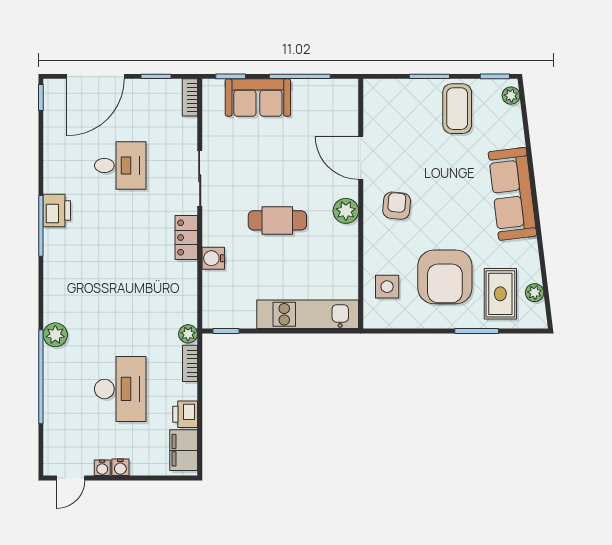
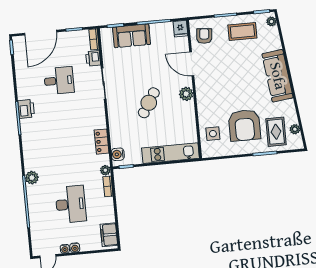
fridge: (347, 93) -> (180, 29), added
coffee table: (457, 109) -> (242, 32), turned 90
armchair: (397, 206) -> (204, 36), moved
cafe table: (277, 220) -> (149, 103), turned -58
locker: (186, 237) -> (102, 142), moved
water cooler: (213, 258) -> (118, 154), moved
printer: (185, 414) -> (93, 58), moved

